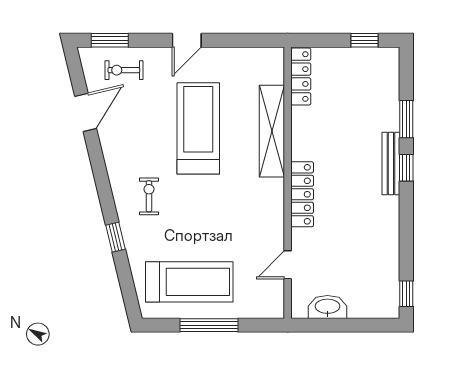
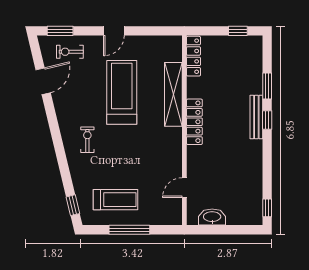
locker: (302, 194) -> (194, 122), moved
window: (116, 237) -> (73, 205), moved
treadmill: (189, 282) -> (115, 200), width x0.73, depth x0.73

